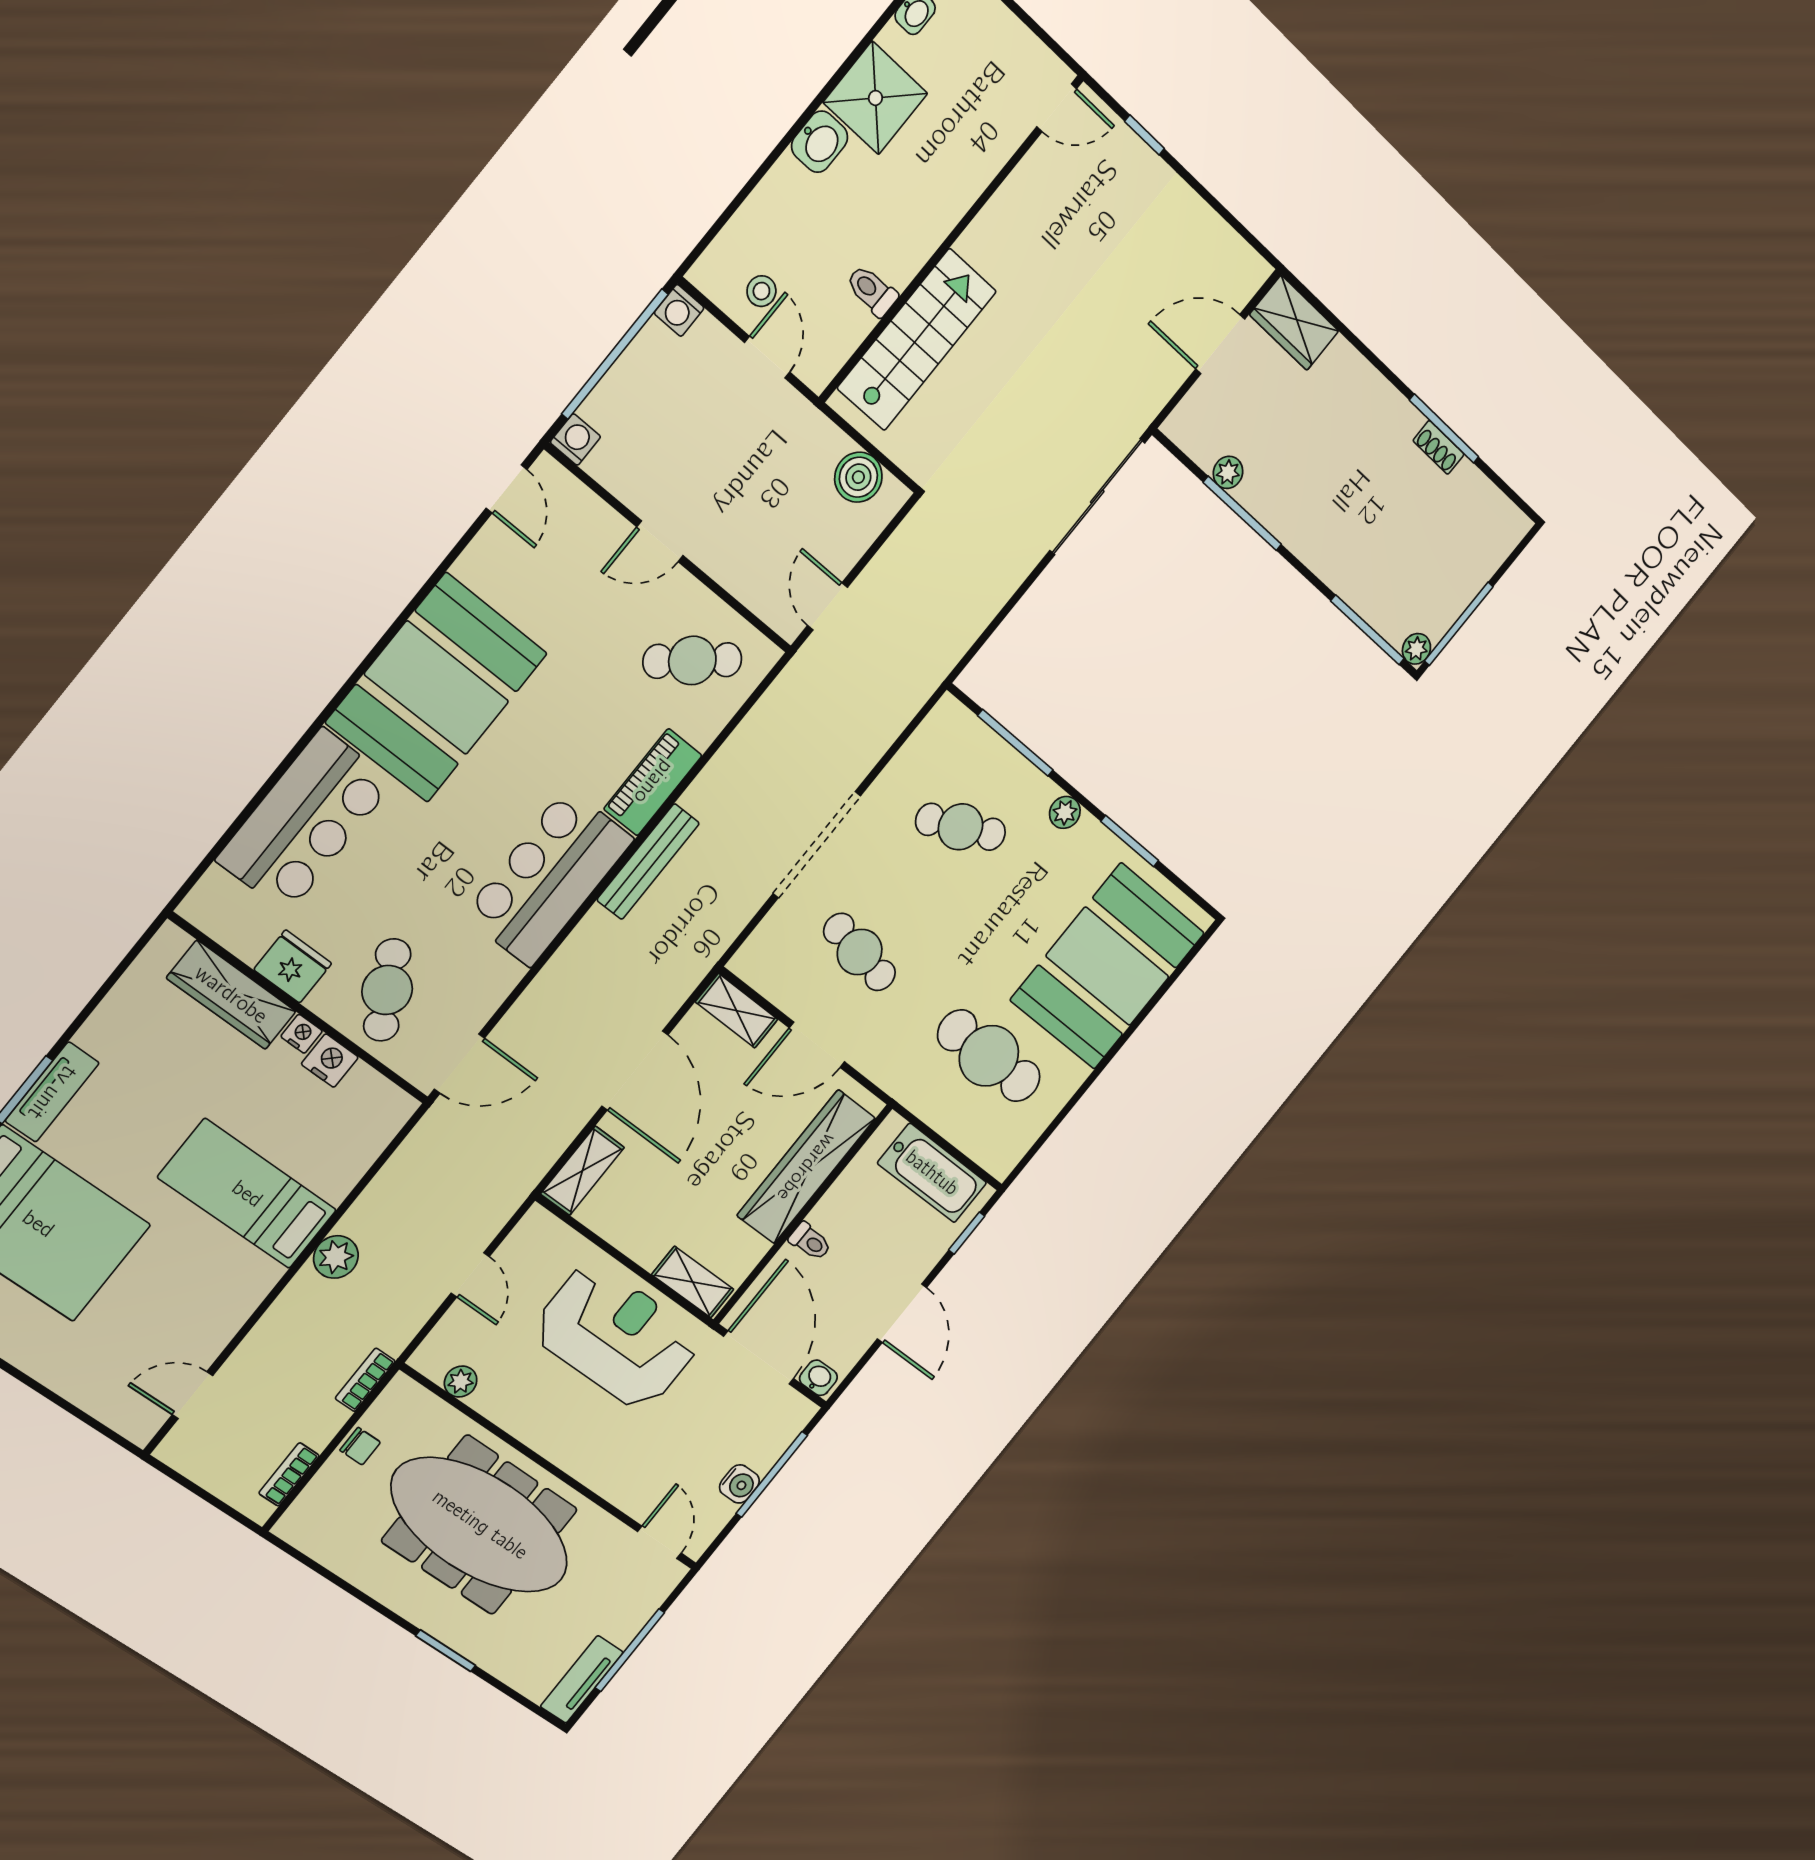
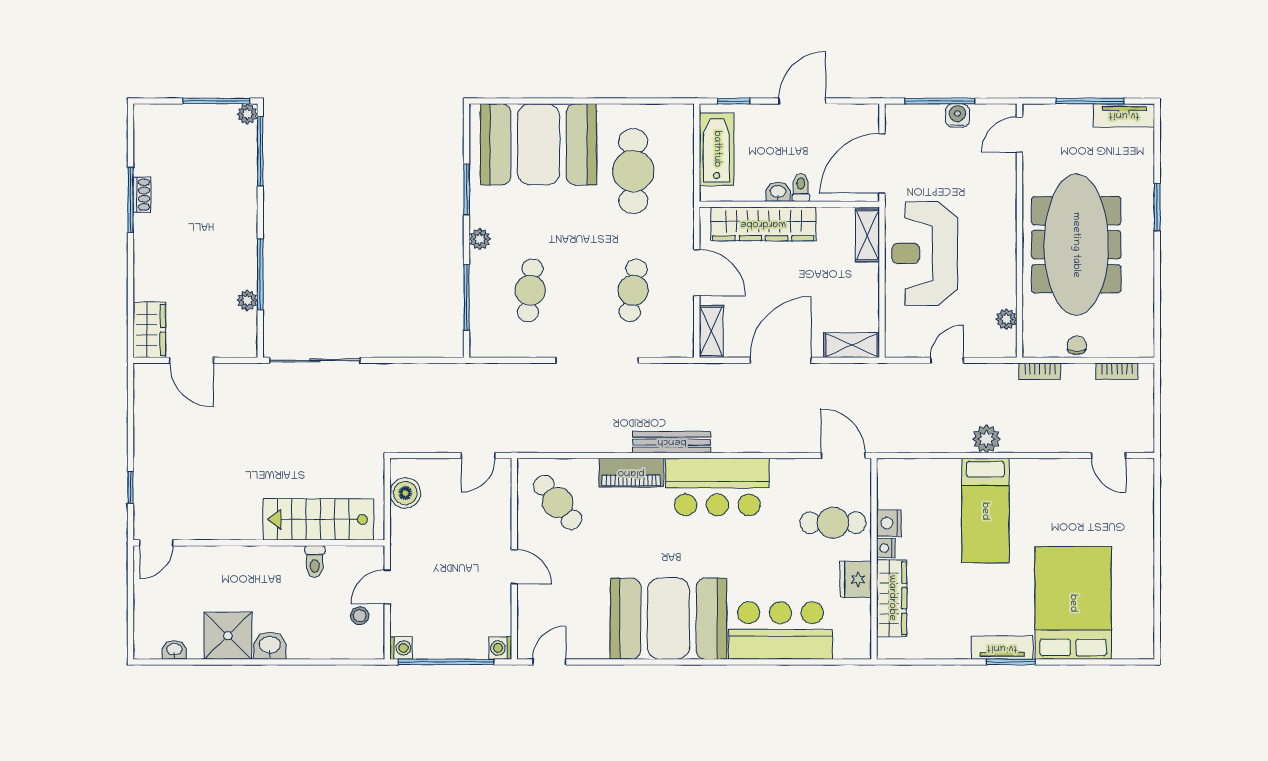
door: (1057, 108) -> (156, 543), swing flipped
cafe table: (961, 827) -> (530, 290), turned 30
cafe table: (387, 990) -> (833, 523), turned 30
washbasin: (818, 1378) -> (778, 192), moved, turned 90

